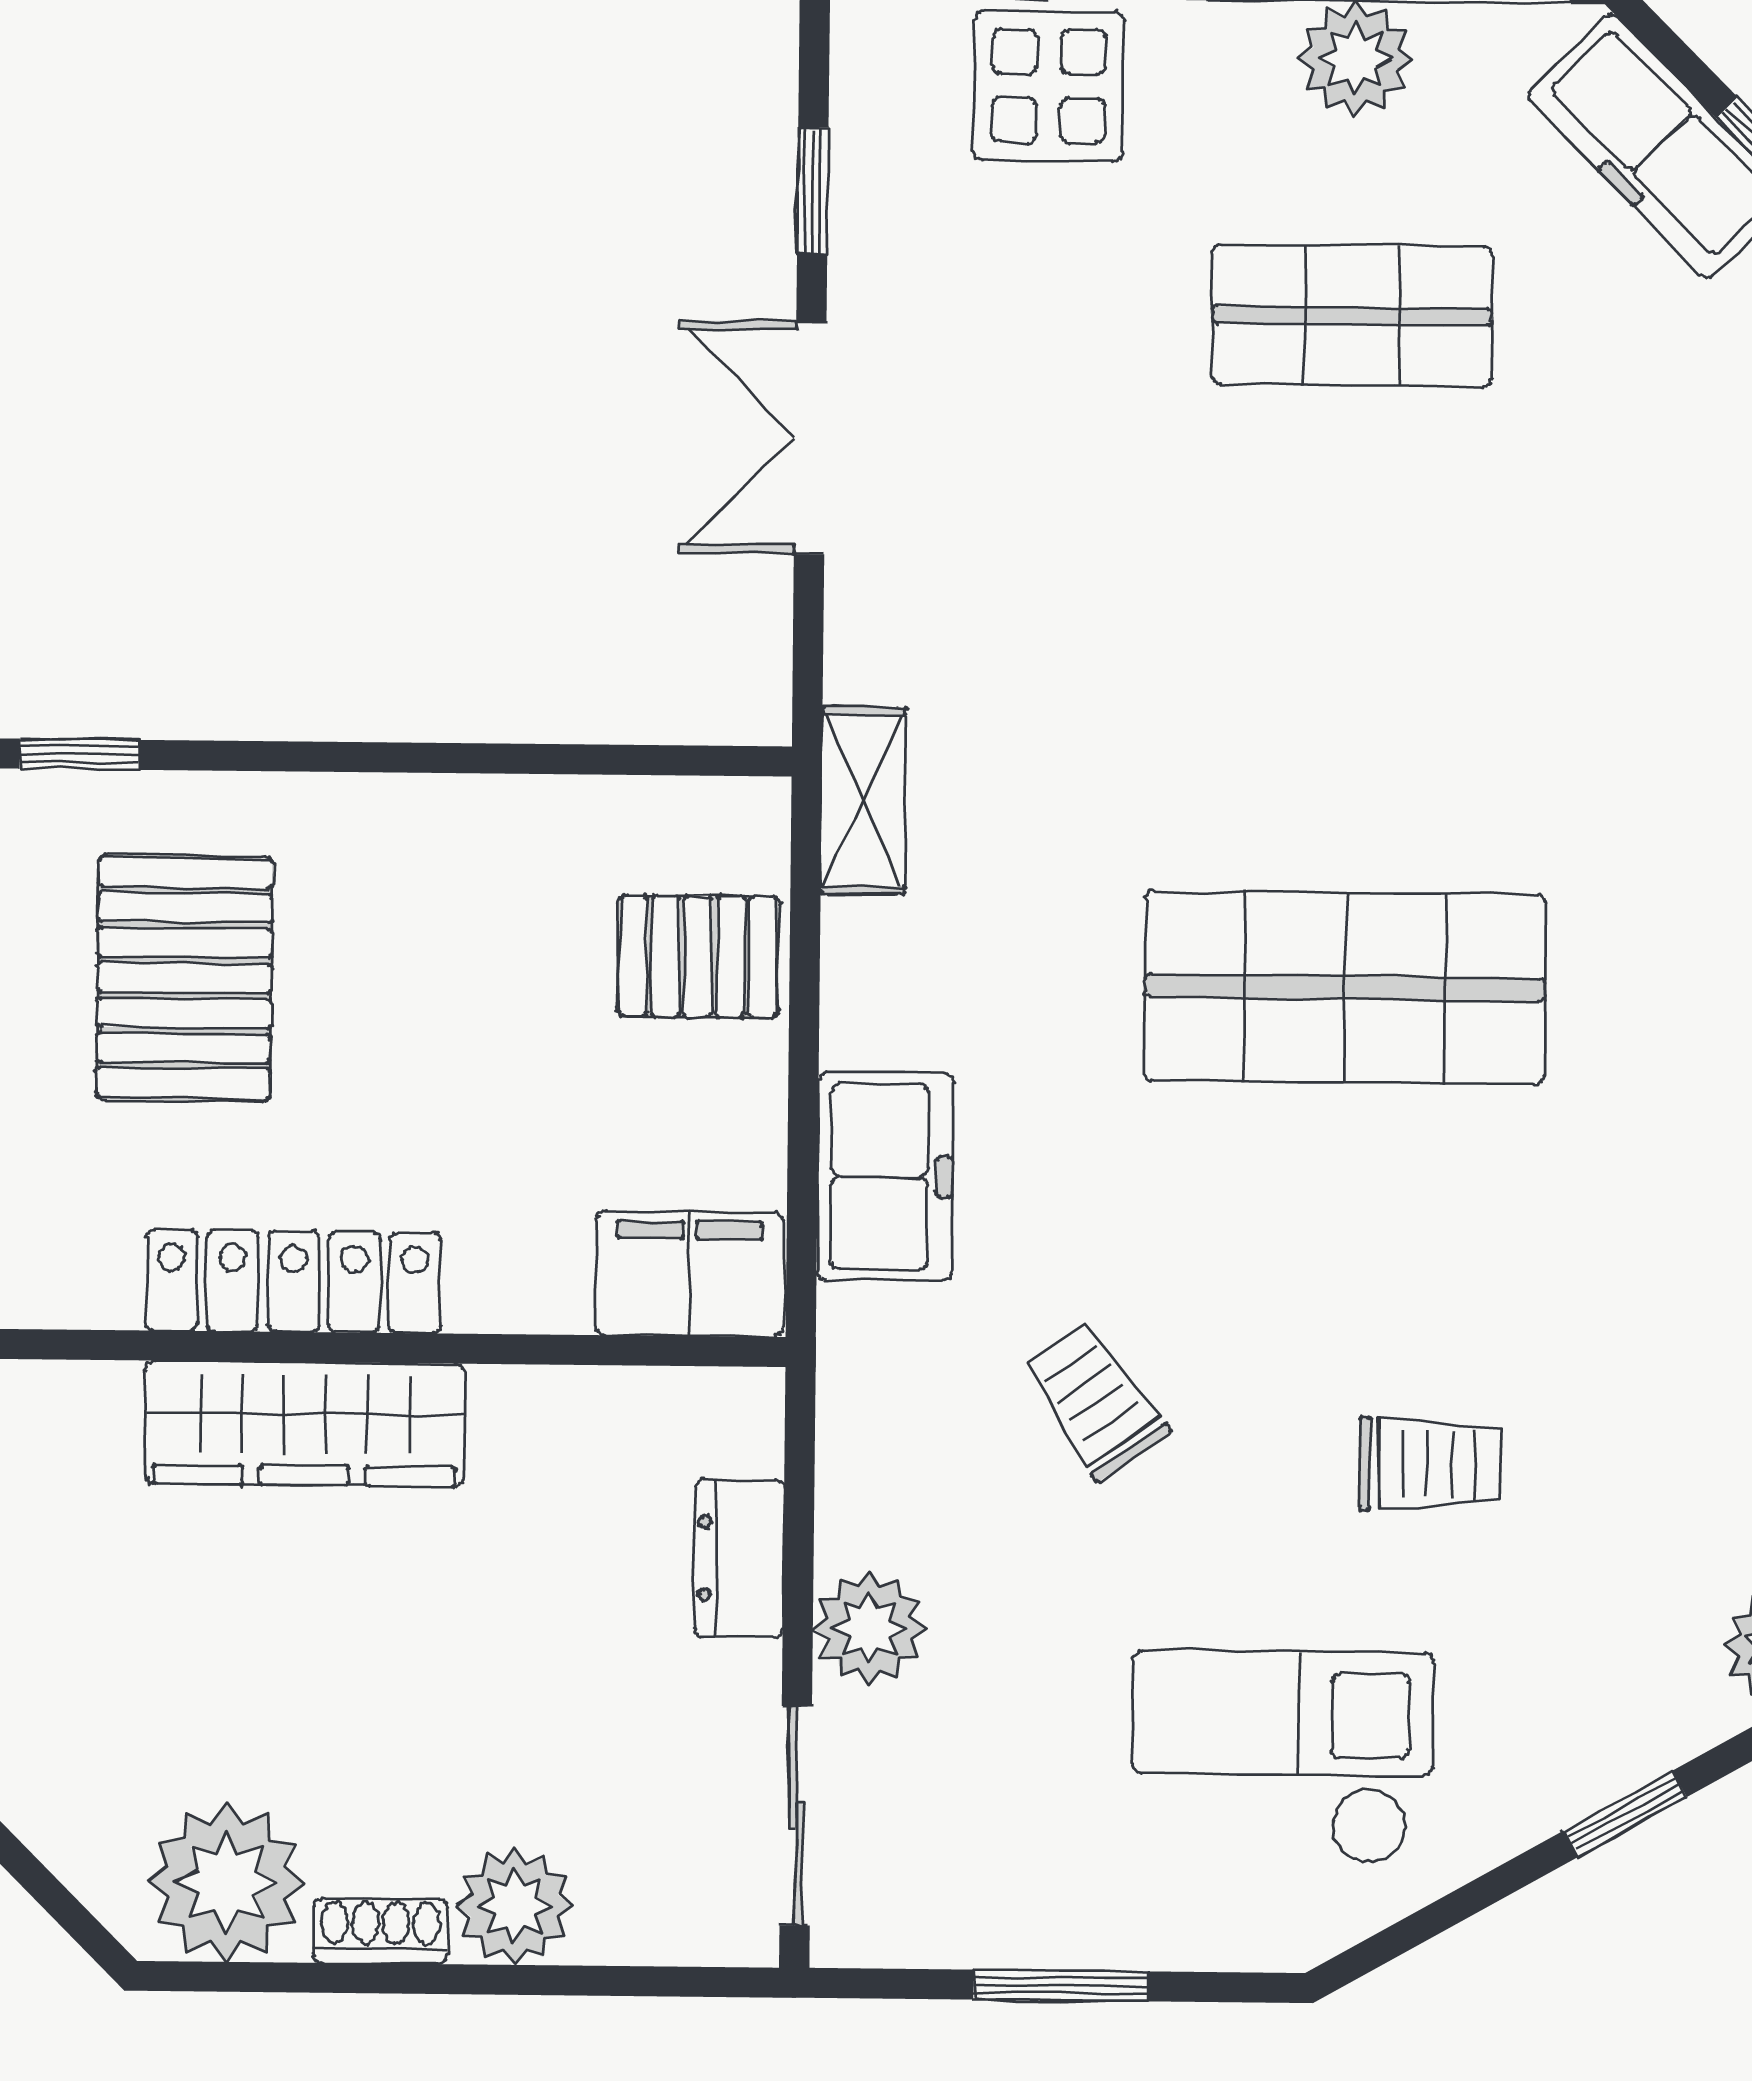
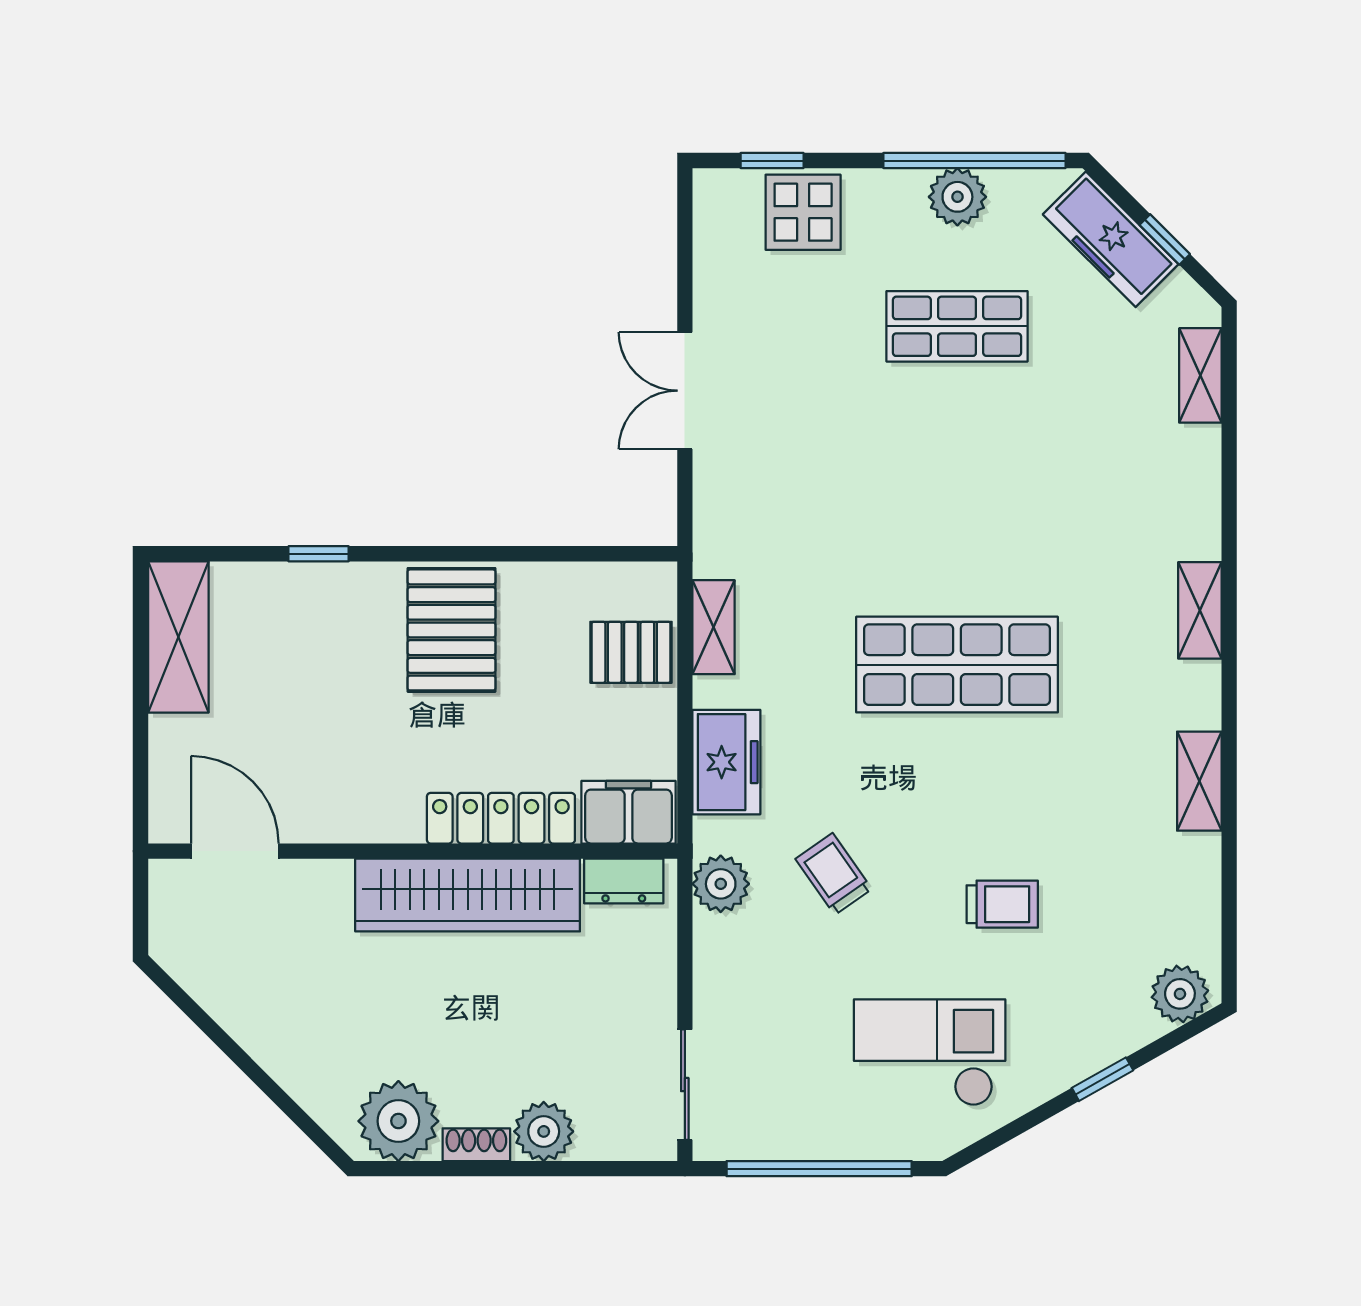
window: (813, 191) -> (685, 266), removed
shelving: (863, 800) -> (714, 627), moved
pallet: (184, 978) -> (452, 630), moved
locker: (293, 1282) -> (501, 818), moved
wardrobe: (305, 1424) -> (468, 895), width x1.40, depth x1.17
dresser: (739, 1559) -> (624, 881), moved, turned -90
plant: (869, 1628) -> (721, 884), moved
window: (1061, 1986) -> (819, 1169), width x2.11

